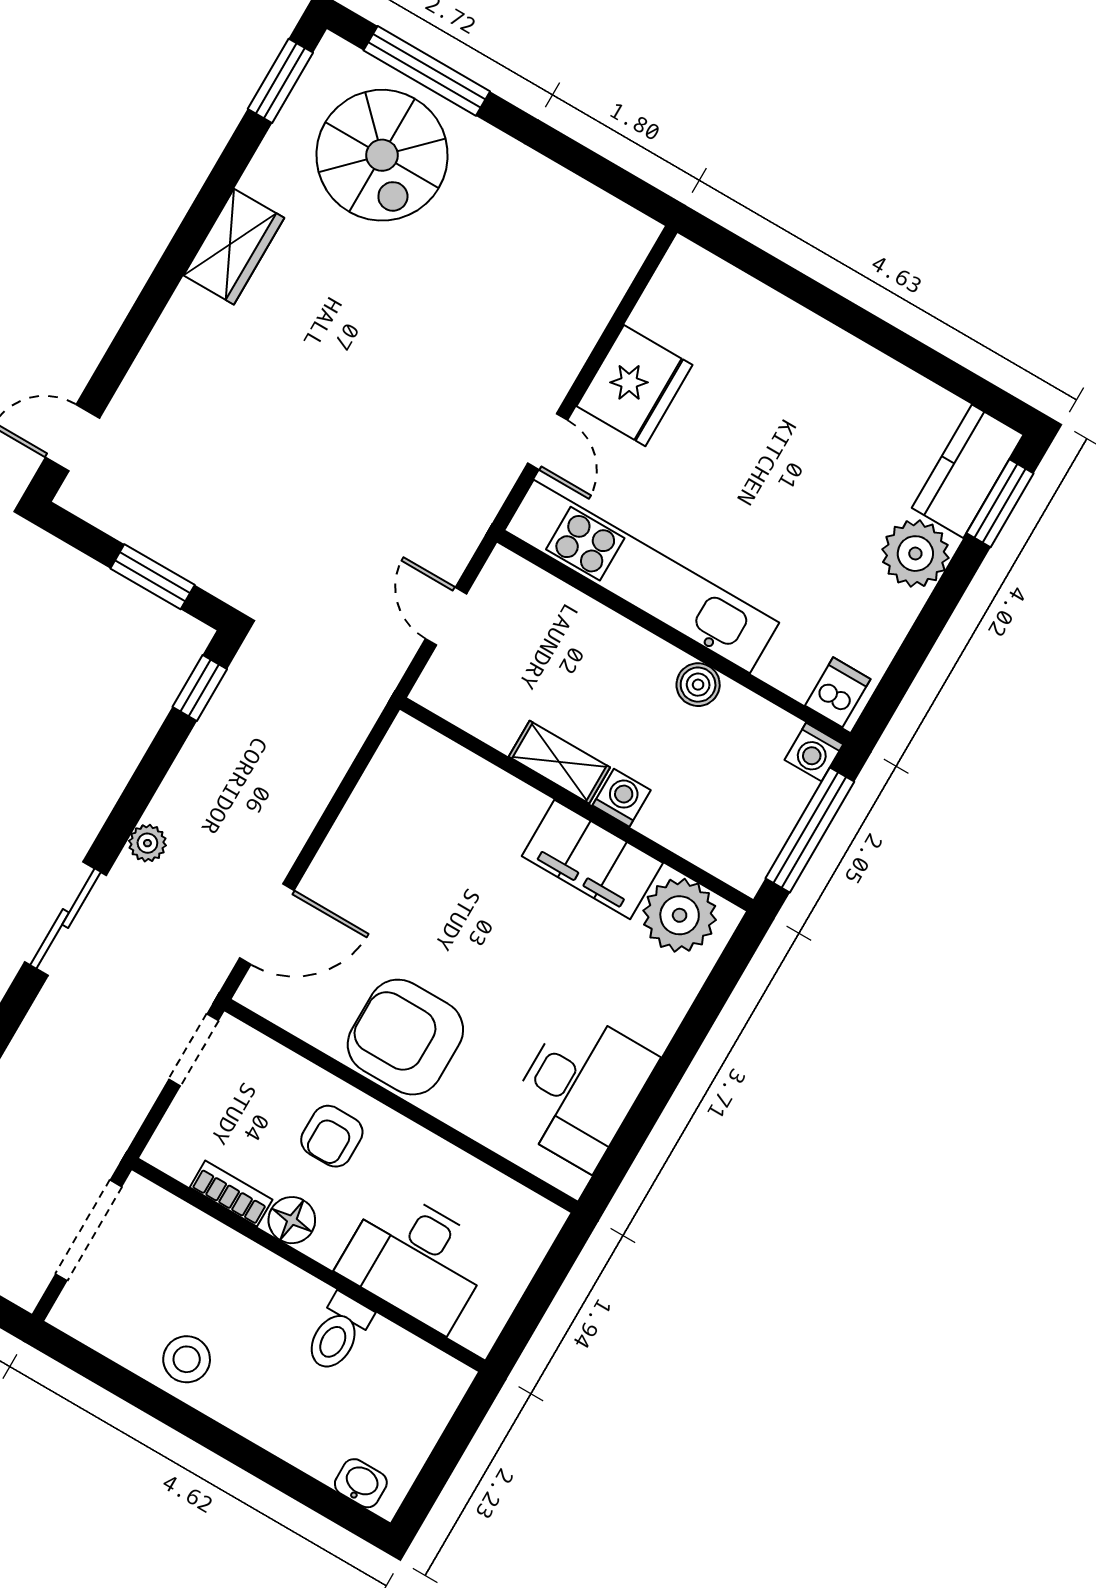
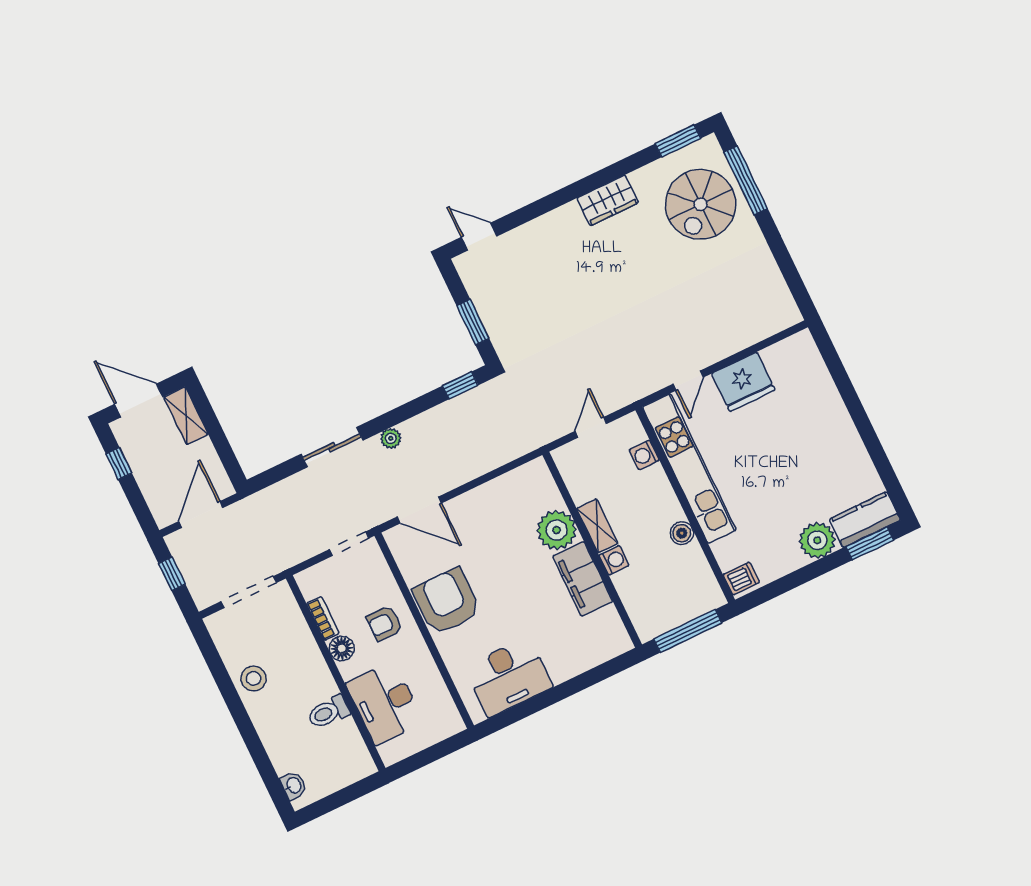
washing machine: (814, 752) -> (644, 455), moved
plant: (680, 915) -> (557, 530), moved

